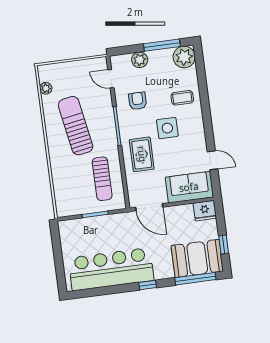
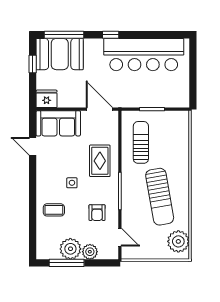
plant: (184, 57) -> (70, 249), moved
plant: (46, 88) -> (178, 241), width x1.88, depth x1.88
side table: (167, 128) -> (72, 183), width x0.54, depth x0.54

